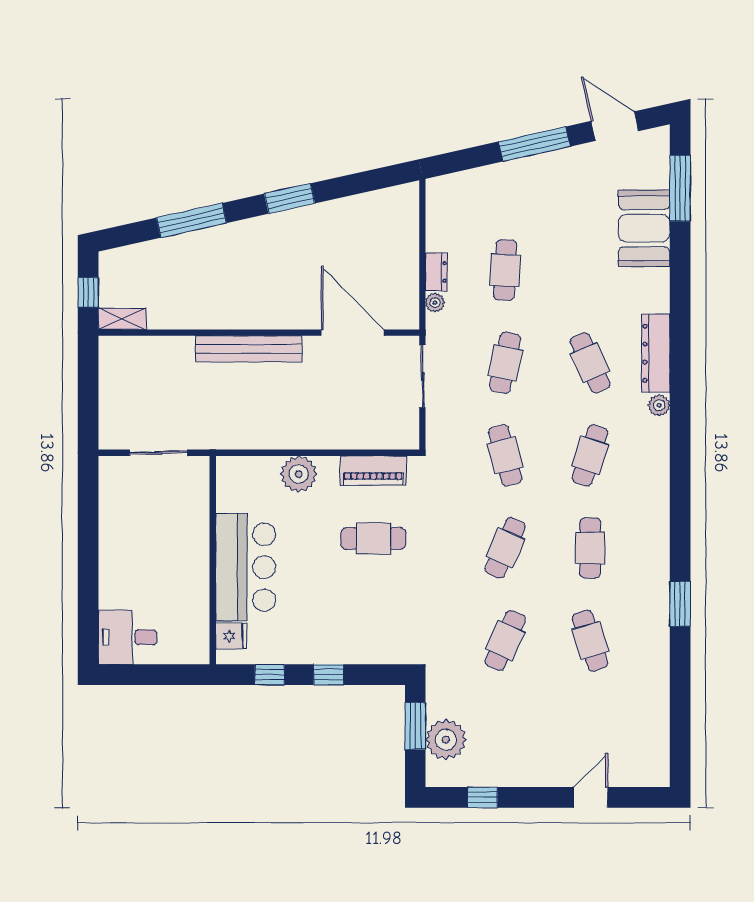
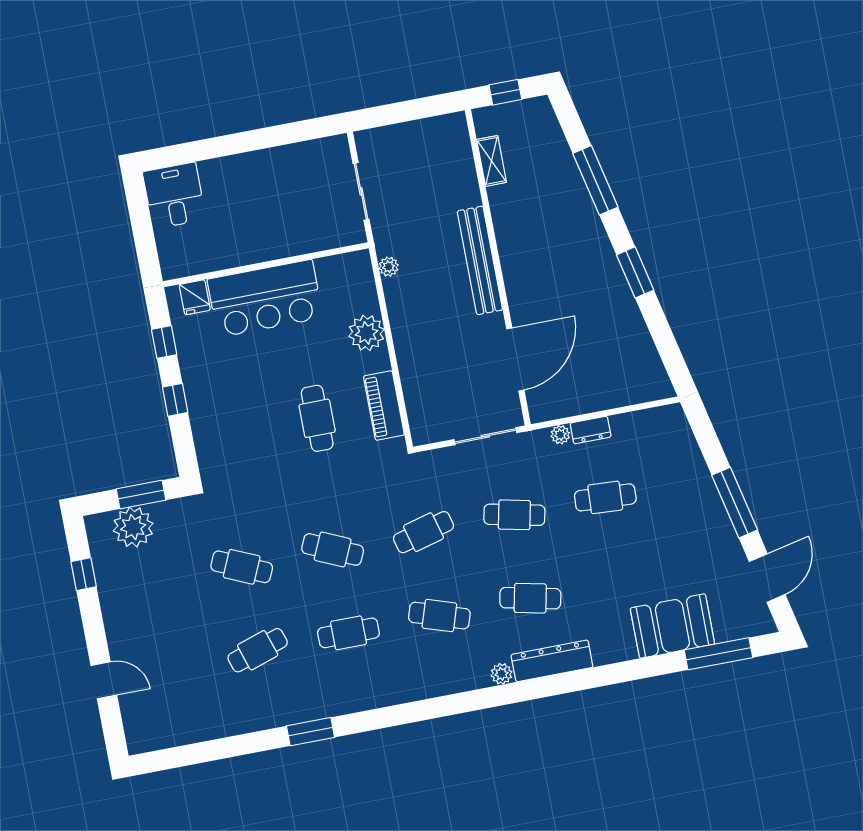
shelving: (122, 319) -> (492, 161), moved
cafe table: (590, 363) -> (530, 598), turned 36
plant: (238, 440) -> (389, 267), added

